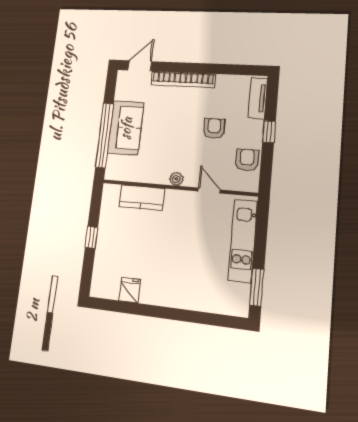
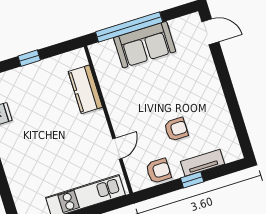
bookcase: (183, 80) -> (212, 80), removed
tv unit: (258, 98) -> (202, 163), moved
plant: (176, 179) -> (116, 114), removed

